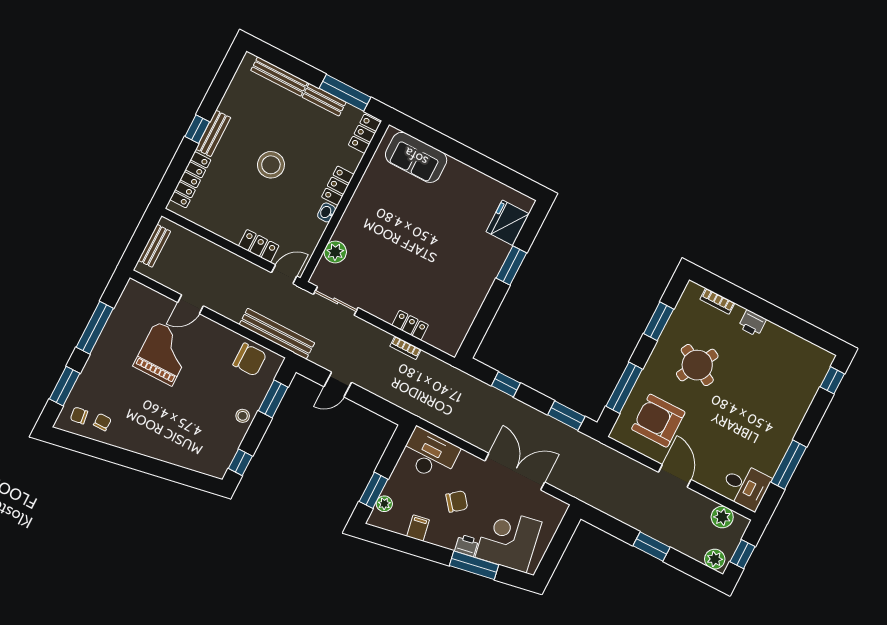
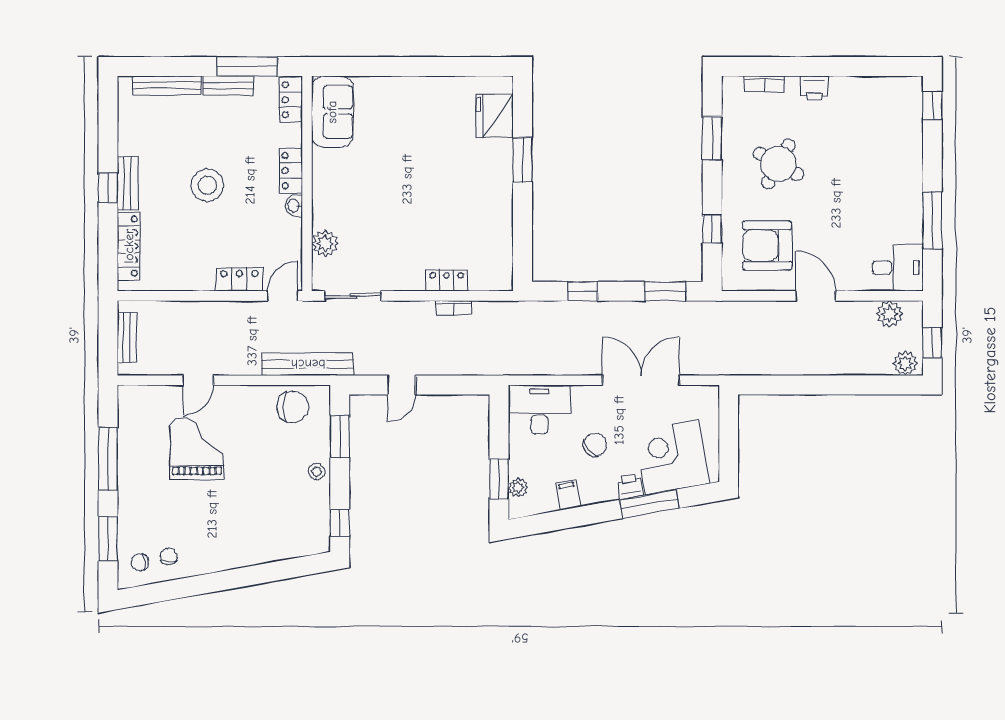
sofa: (416, 157) -> (332, 112), moved, turned -90
window: (624, 388) -> (712, 229), width x0.46
window: (652, 546) -> (830, 385), removed

